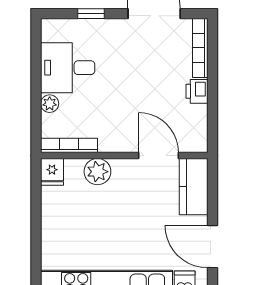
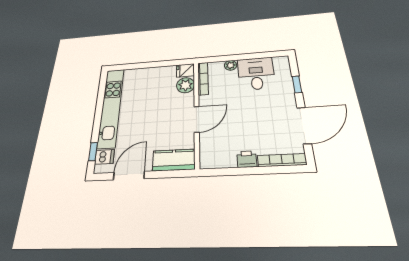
door: (158, 156) -> (197, 119), moved
plant: (97, 172) -> (185, 85), moved

